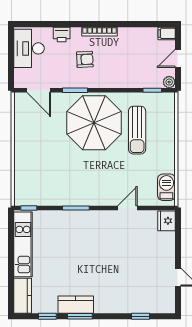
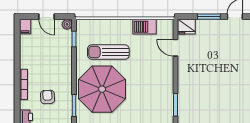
sun lounger: (137, 130) -> (108, 52), turned 180
barbecue: (166, 187) -> (145, 27), moved
door: (127, 208) -> (175, 48), moved
window: (178, 247) -> (209, 17), added

